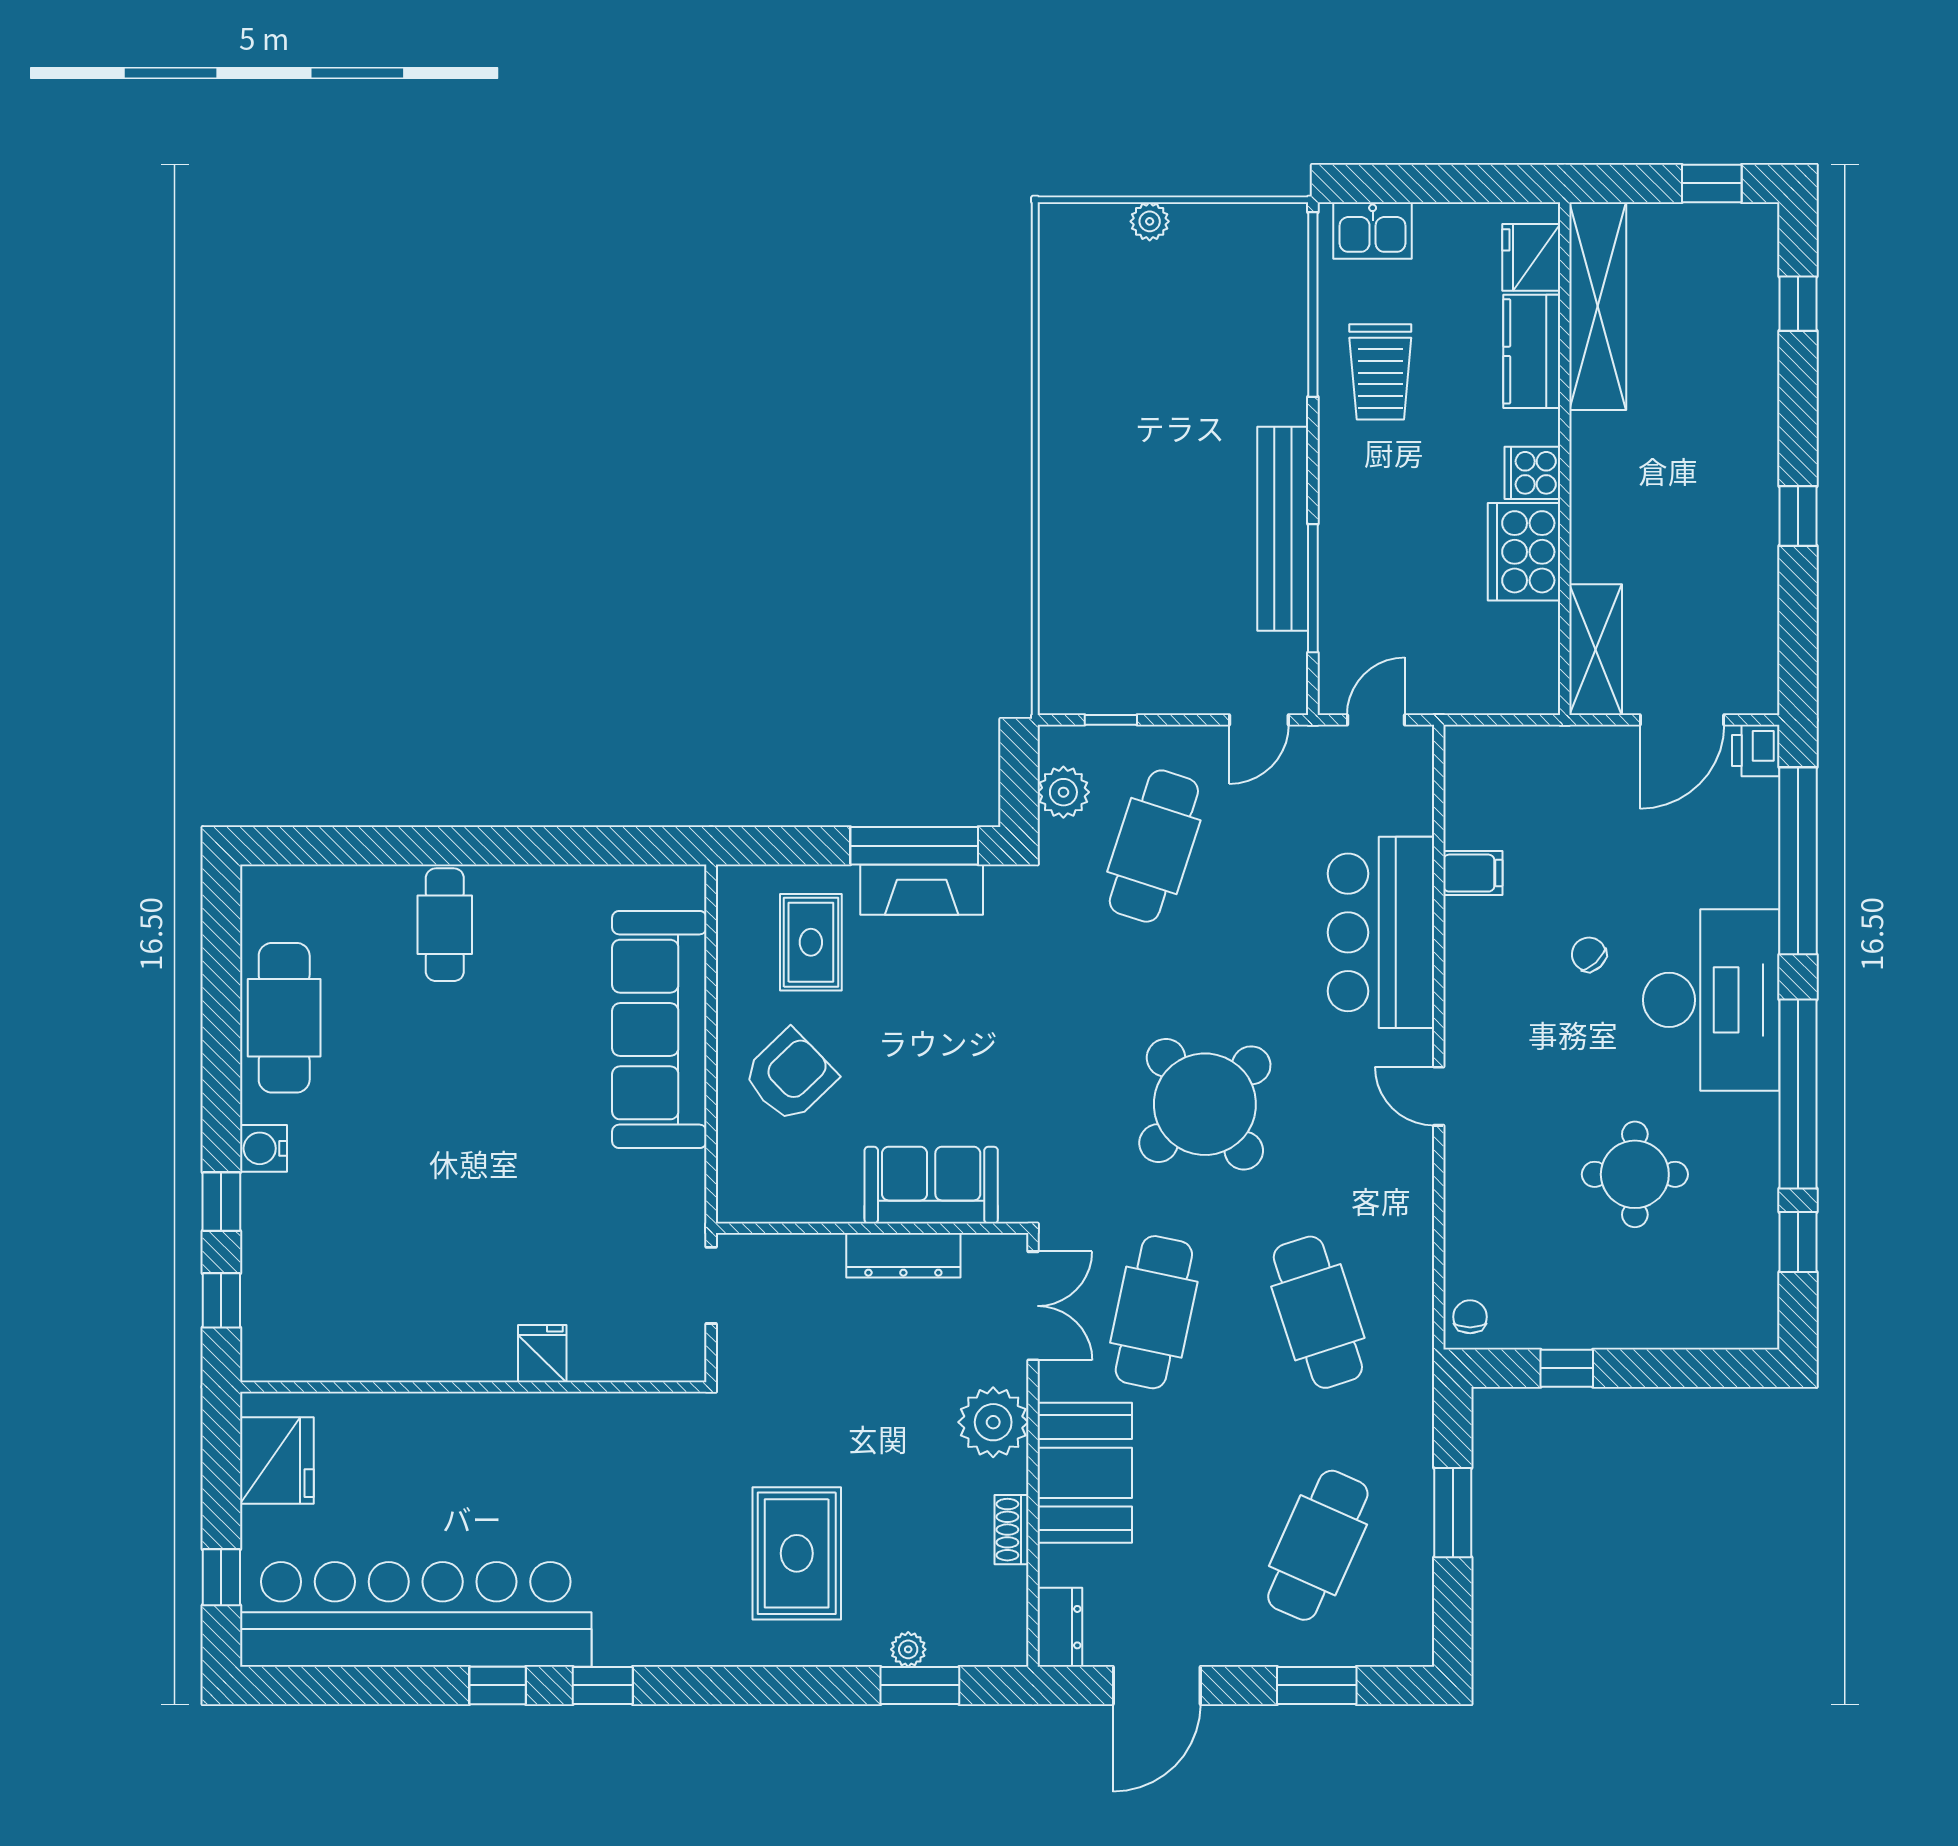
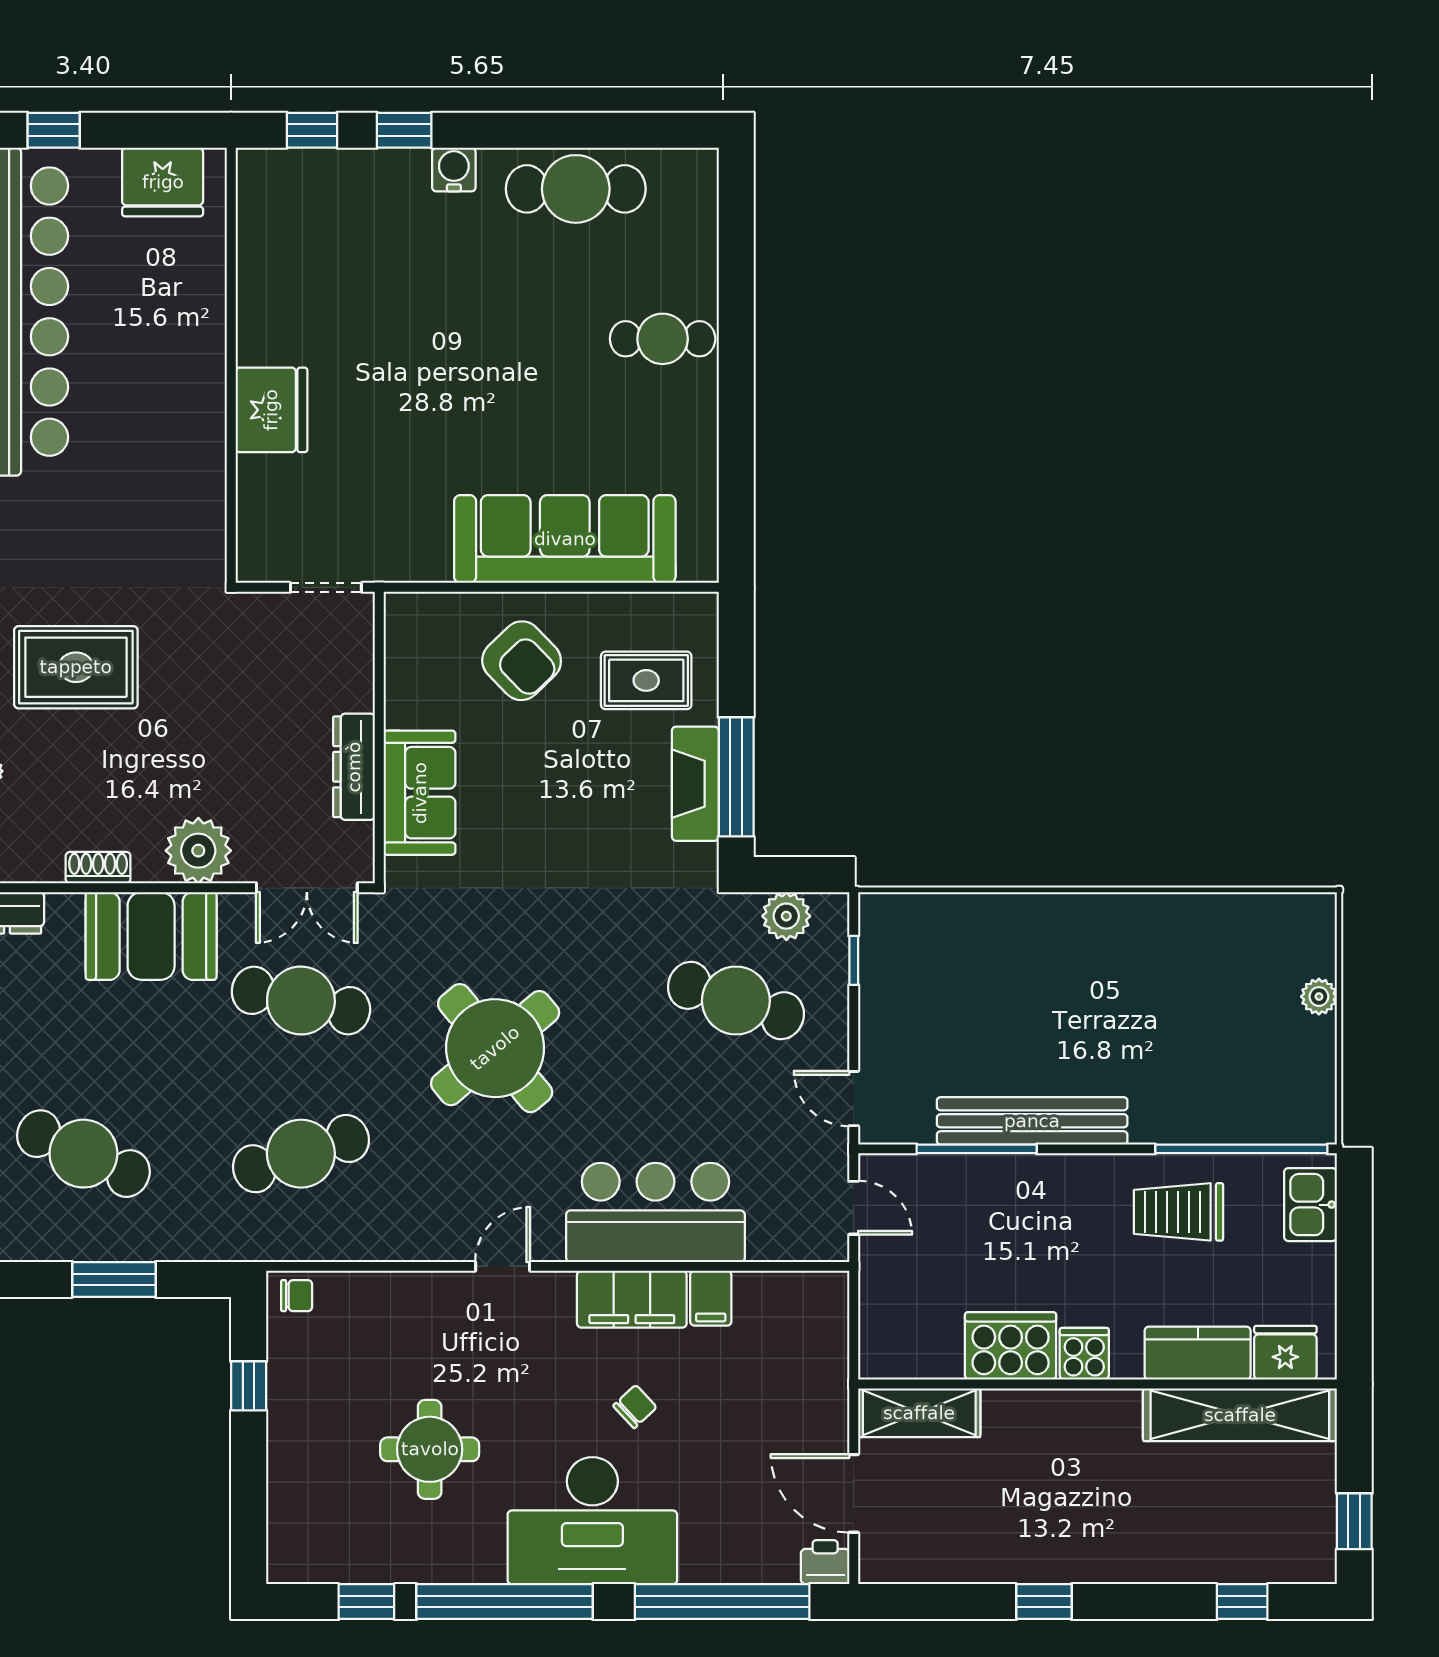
filing cabinet: (1474, 958) -> (632, 1299), added
fridge: (542, 1354) -> (271, 410), width x1.88, depth x1.34

